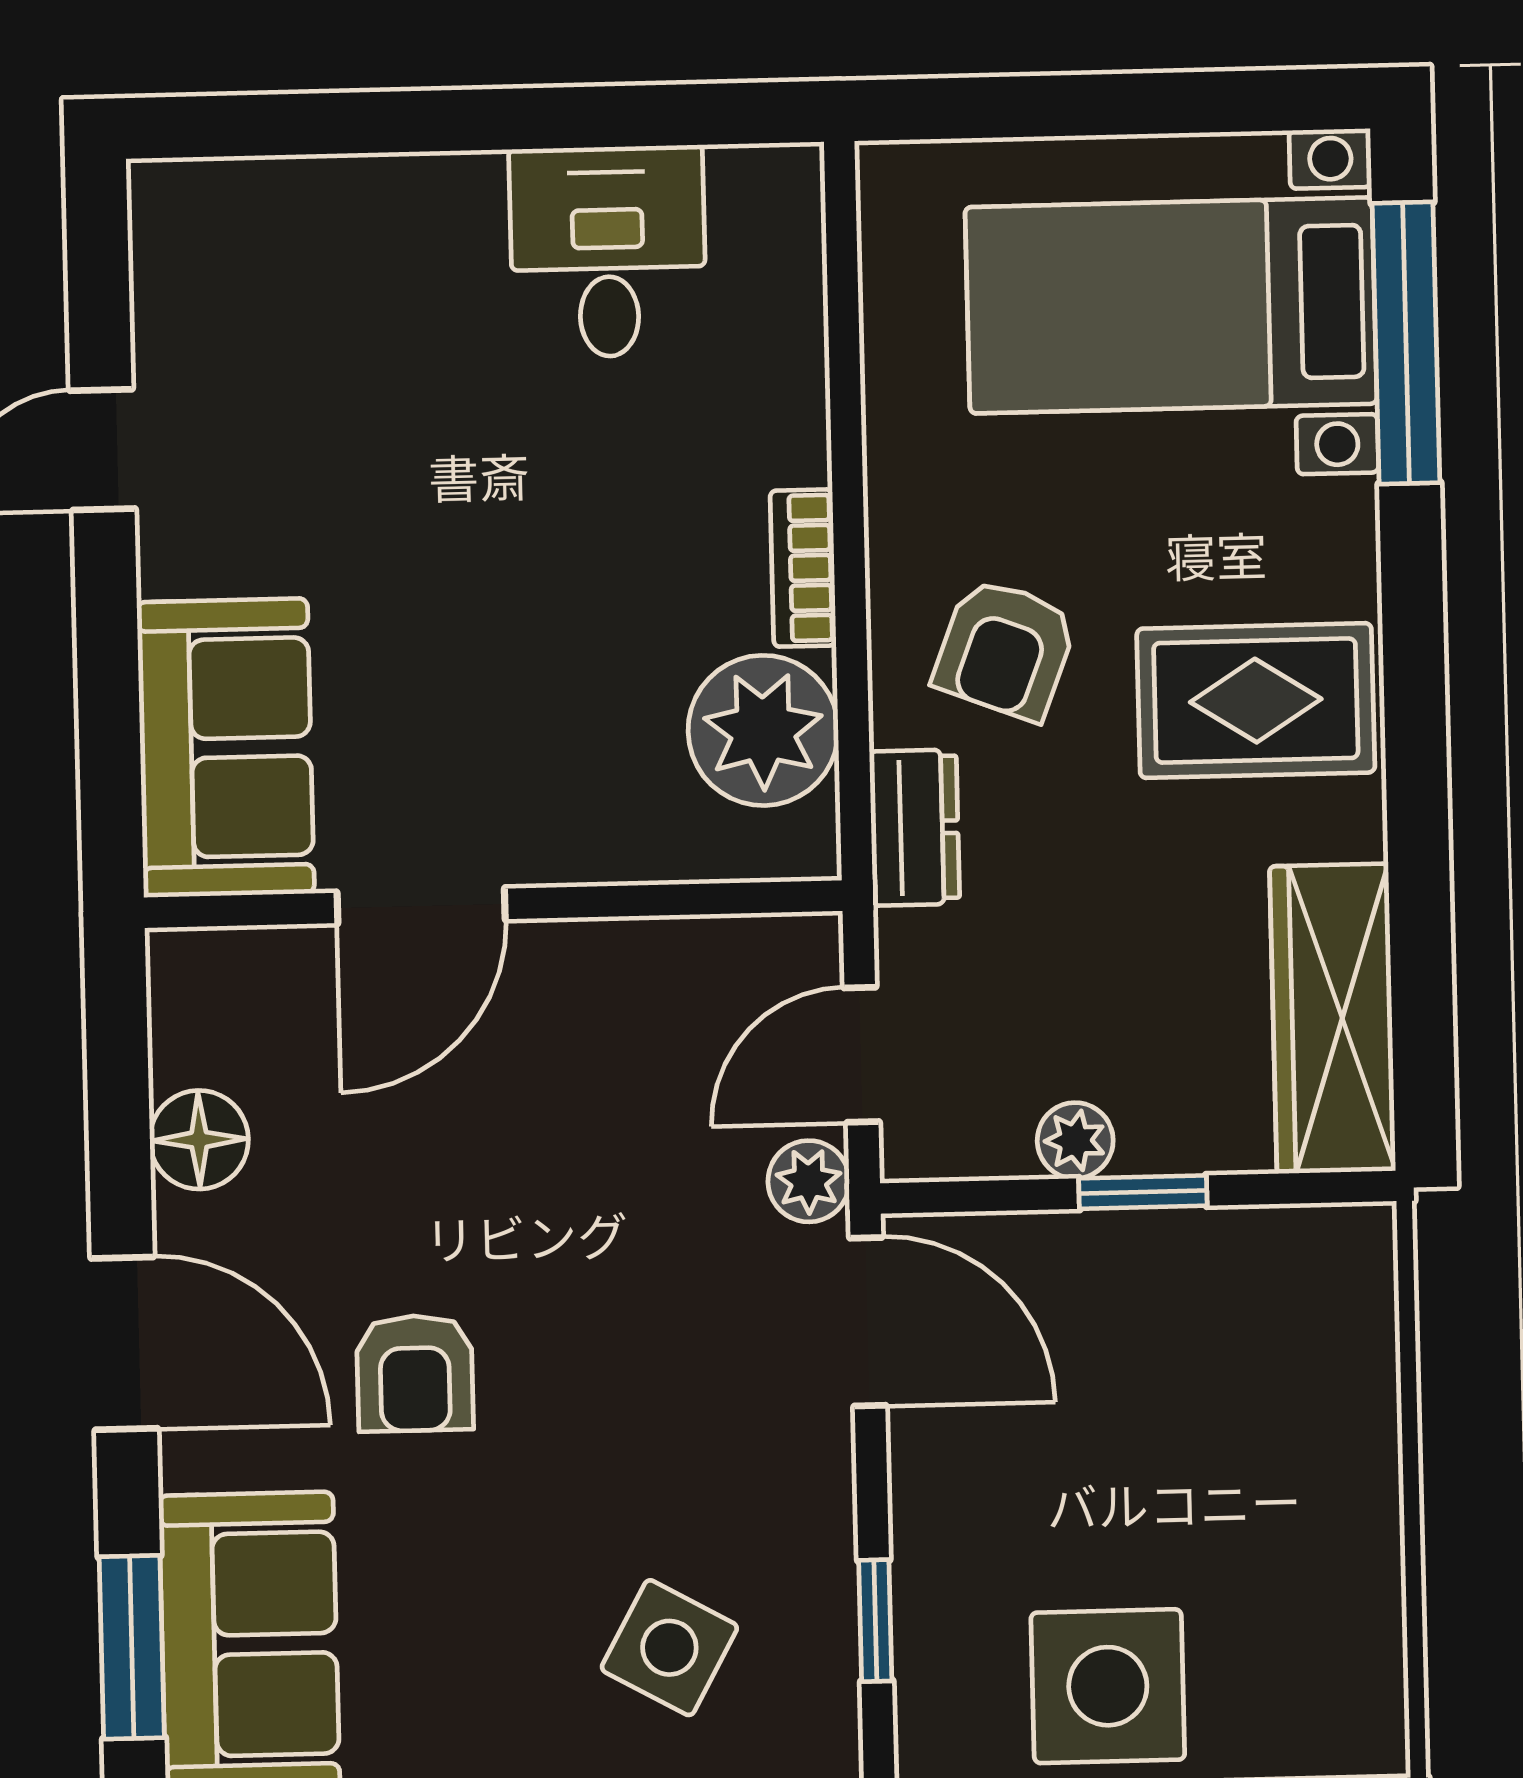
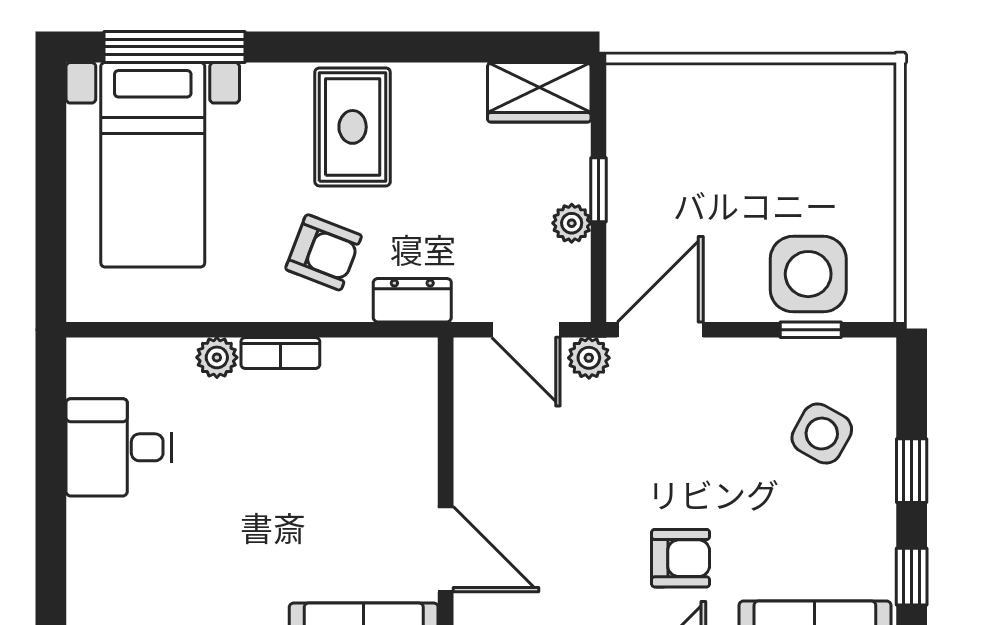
plant: (763, 730) -> (217, 357), moved, width x0.53, depth x0.53
wardrobe: (1333, 1019) -> (539, 92), width x0.67
side table: (1108, 1686) -> (808, 274), moved

